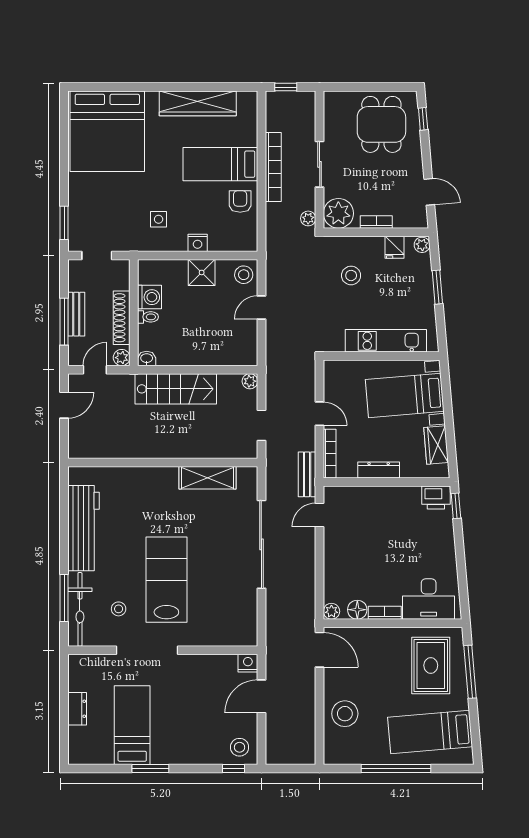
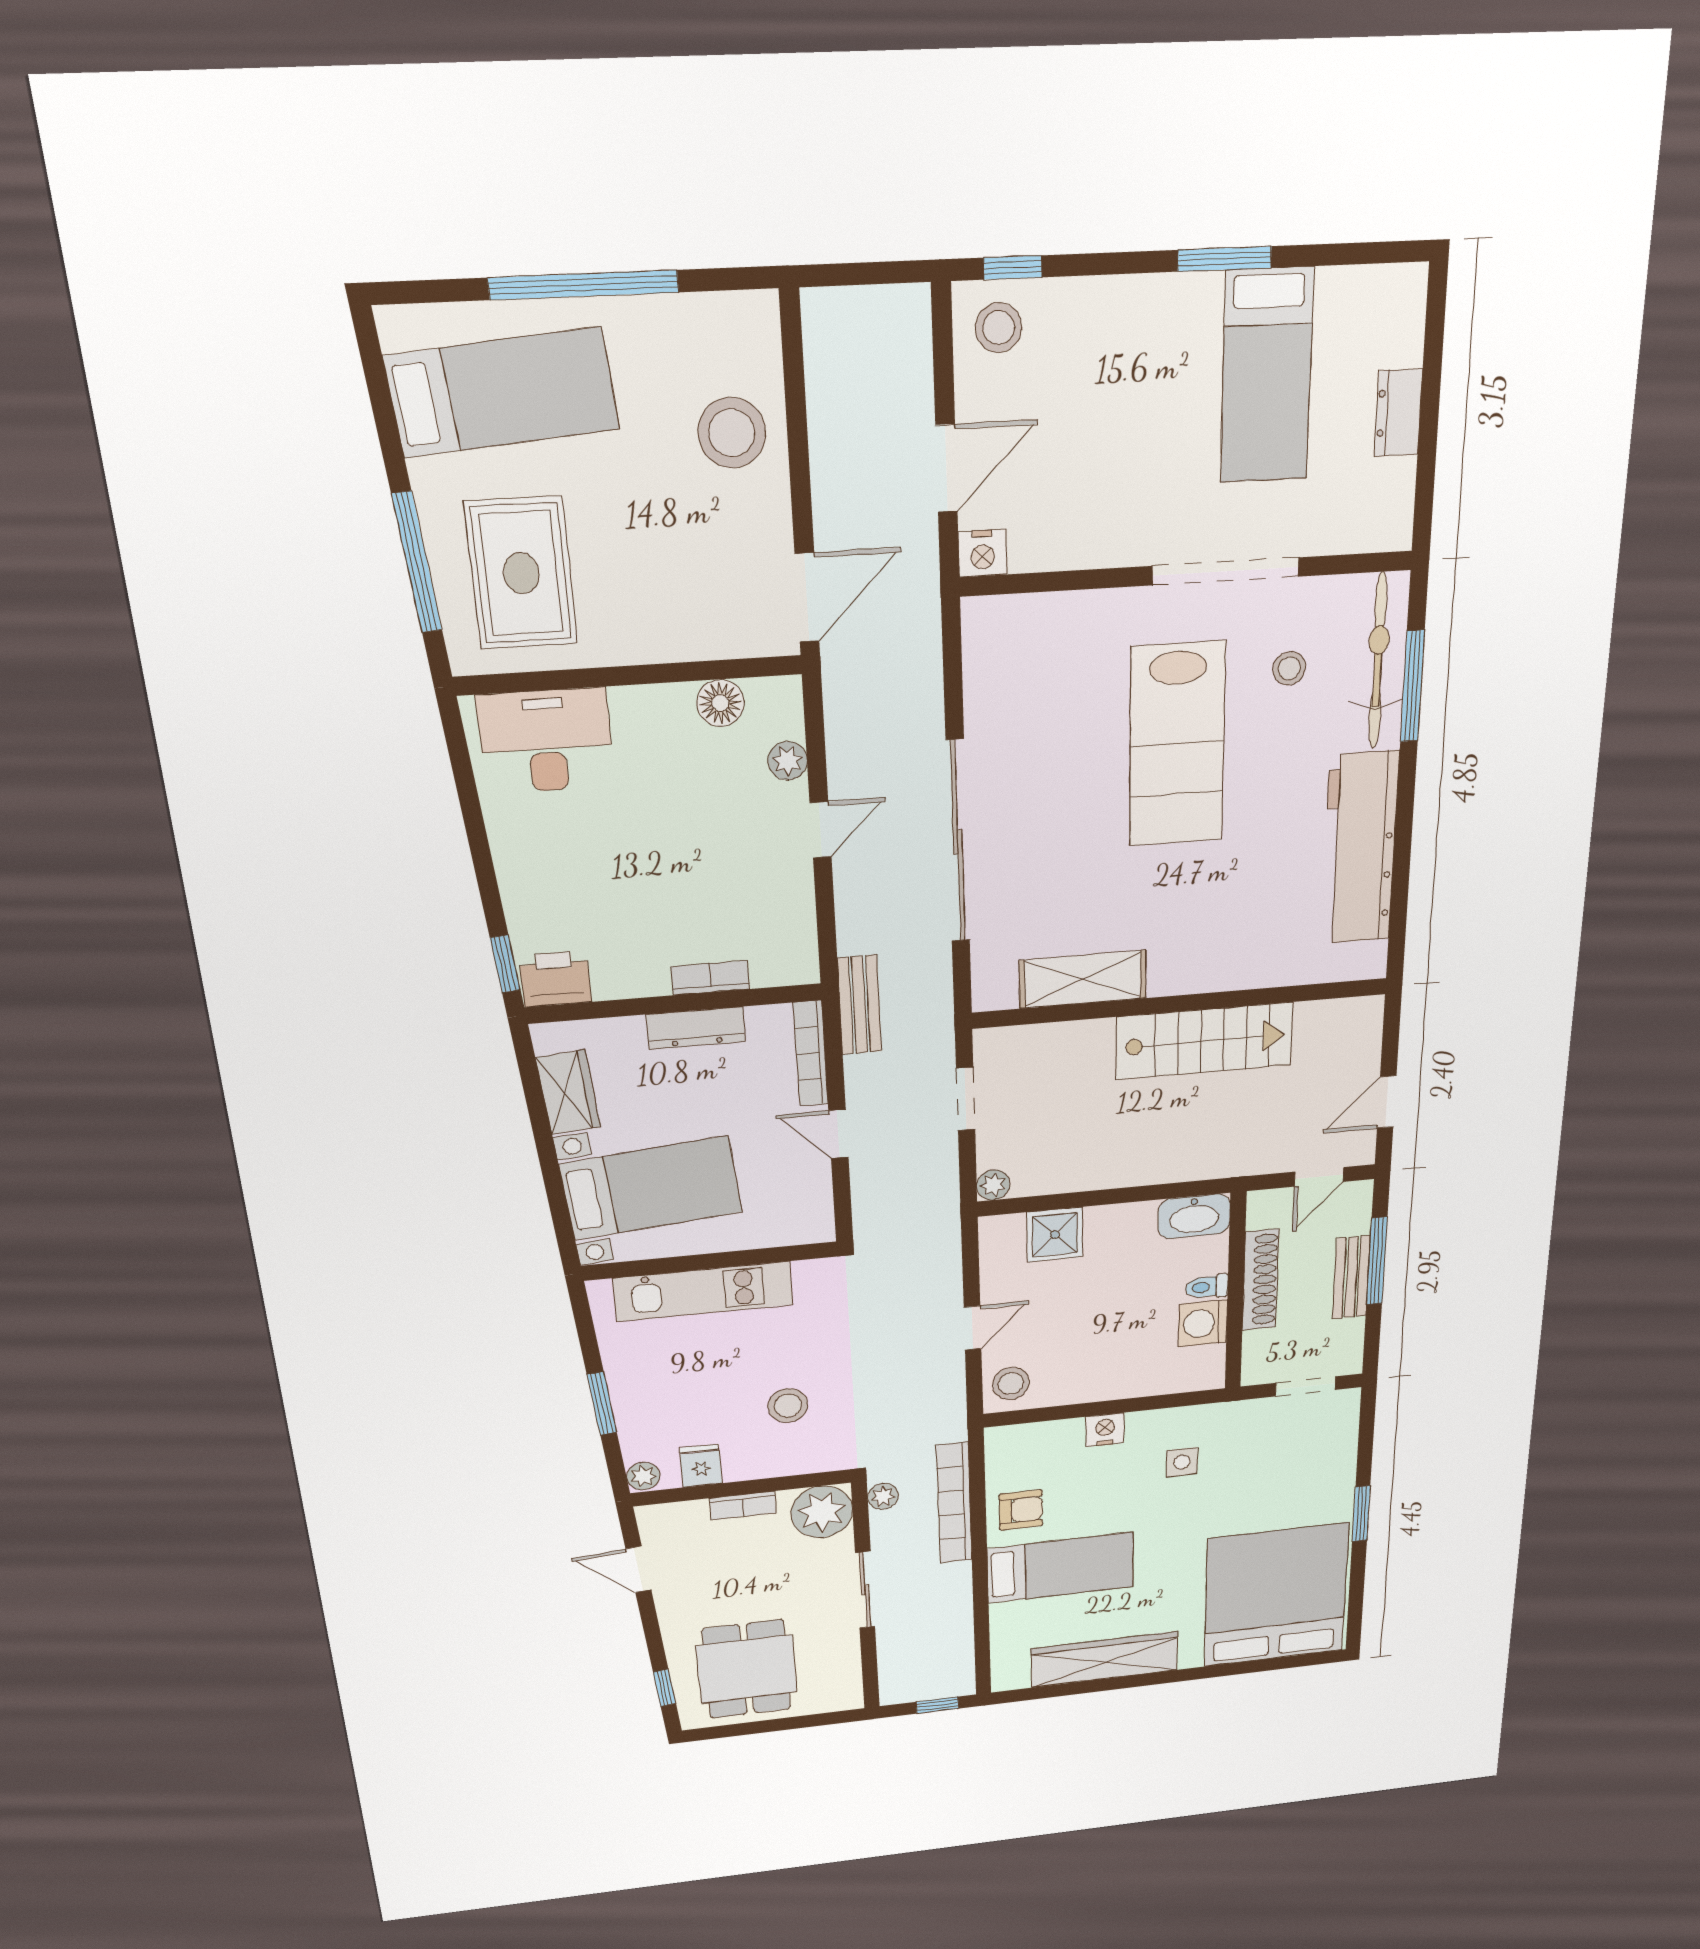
bookcase: (273, 167) -> (954, 1503), moved
armchair: (240, 202) -> (1021, 1510), turned -90
window: (64, 223) -> (1361, 1514), moved
shower: (202, 272) -> (1055, 1235), moved
plant: (122, 358) -> (1263, 1205), removed
washbasin: (147, 358) -> (1194, 1216), width x1.91, depth x1.45
stairs: (176, 389) -> (1204, 1041), moved, turned 180
door: (320, 515) -> (821, 830), moved
plant: (331, 611) -> (788, 761), moved
bookcase: (385, 613) -> (710, 978), moved, turned 180
door: (320, 650) -> (807, 597), swing flipped

